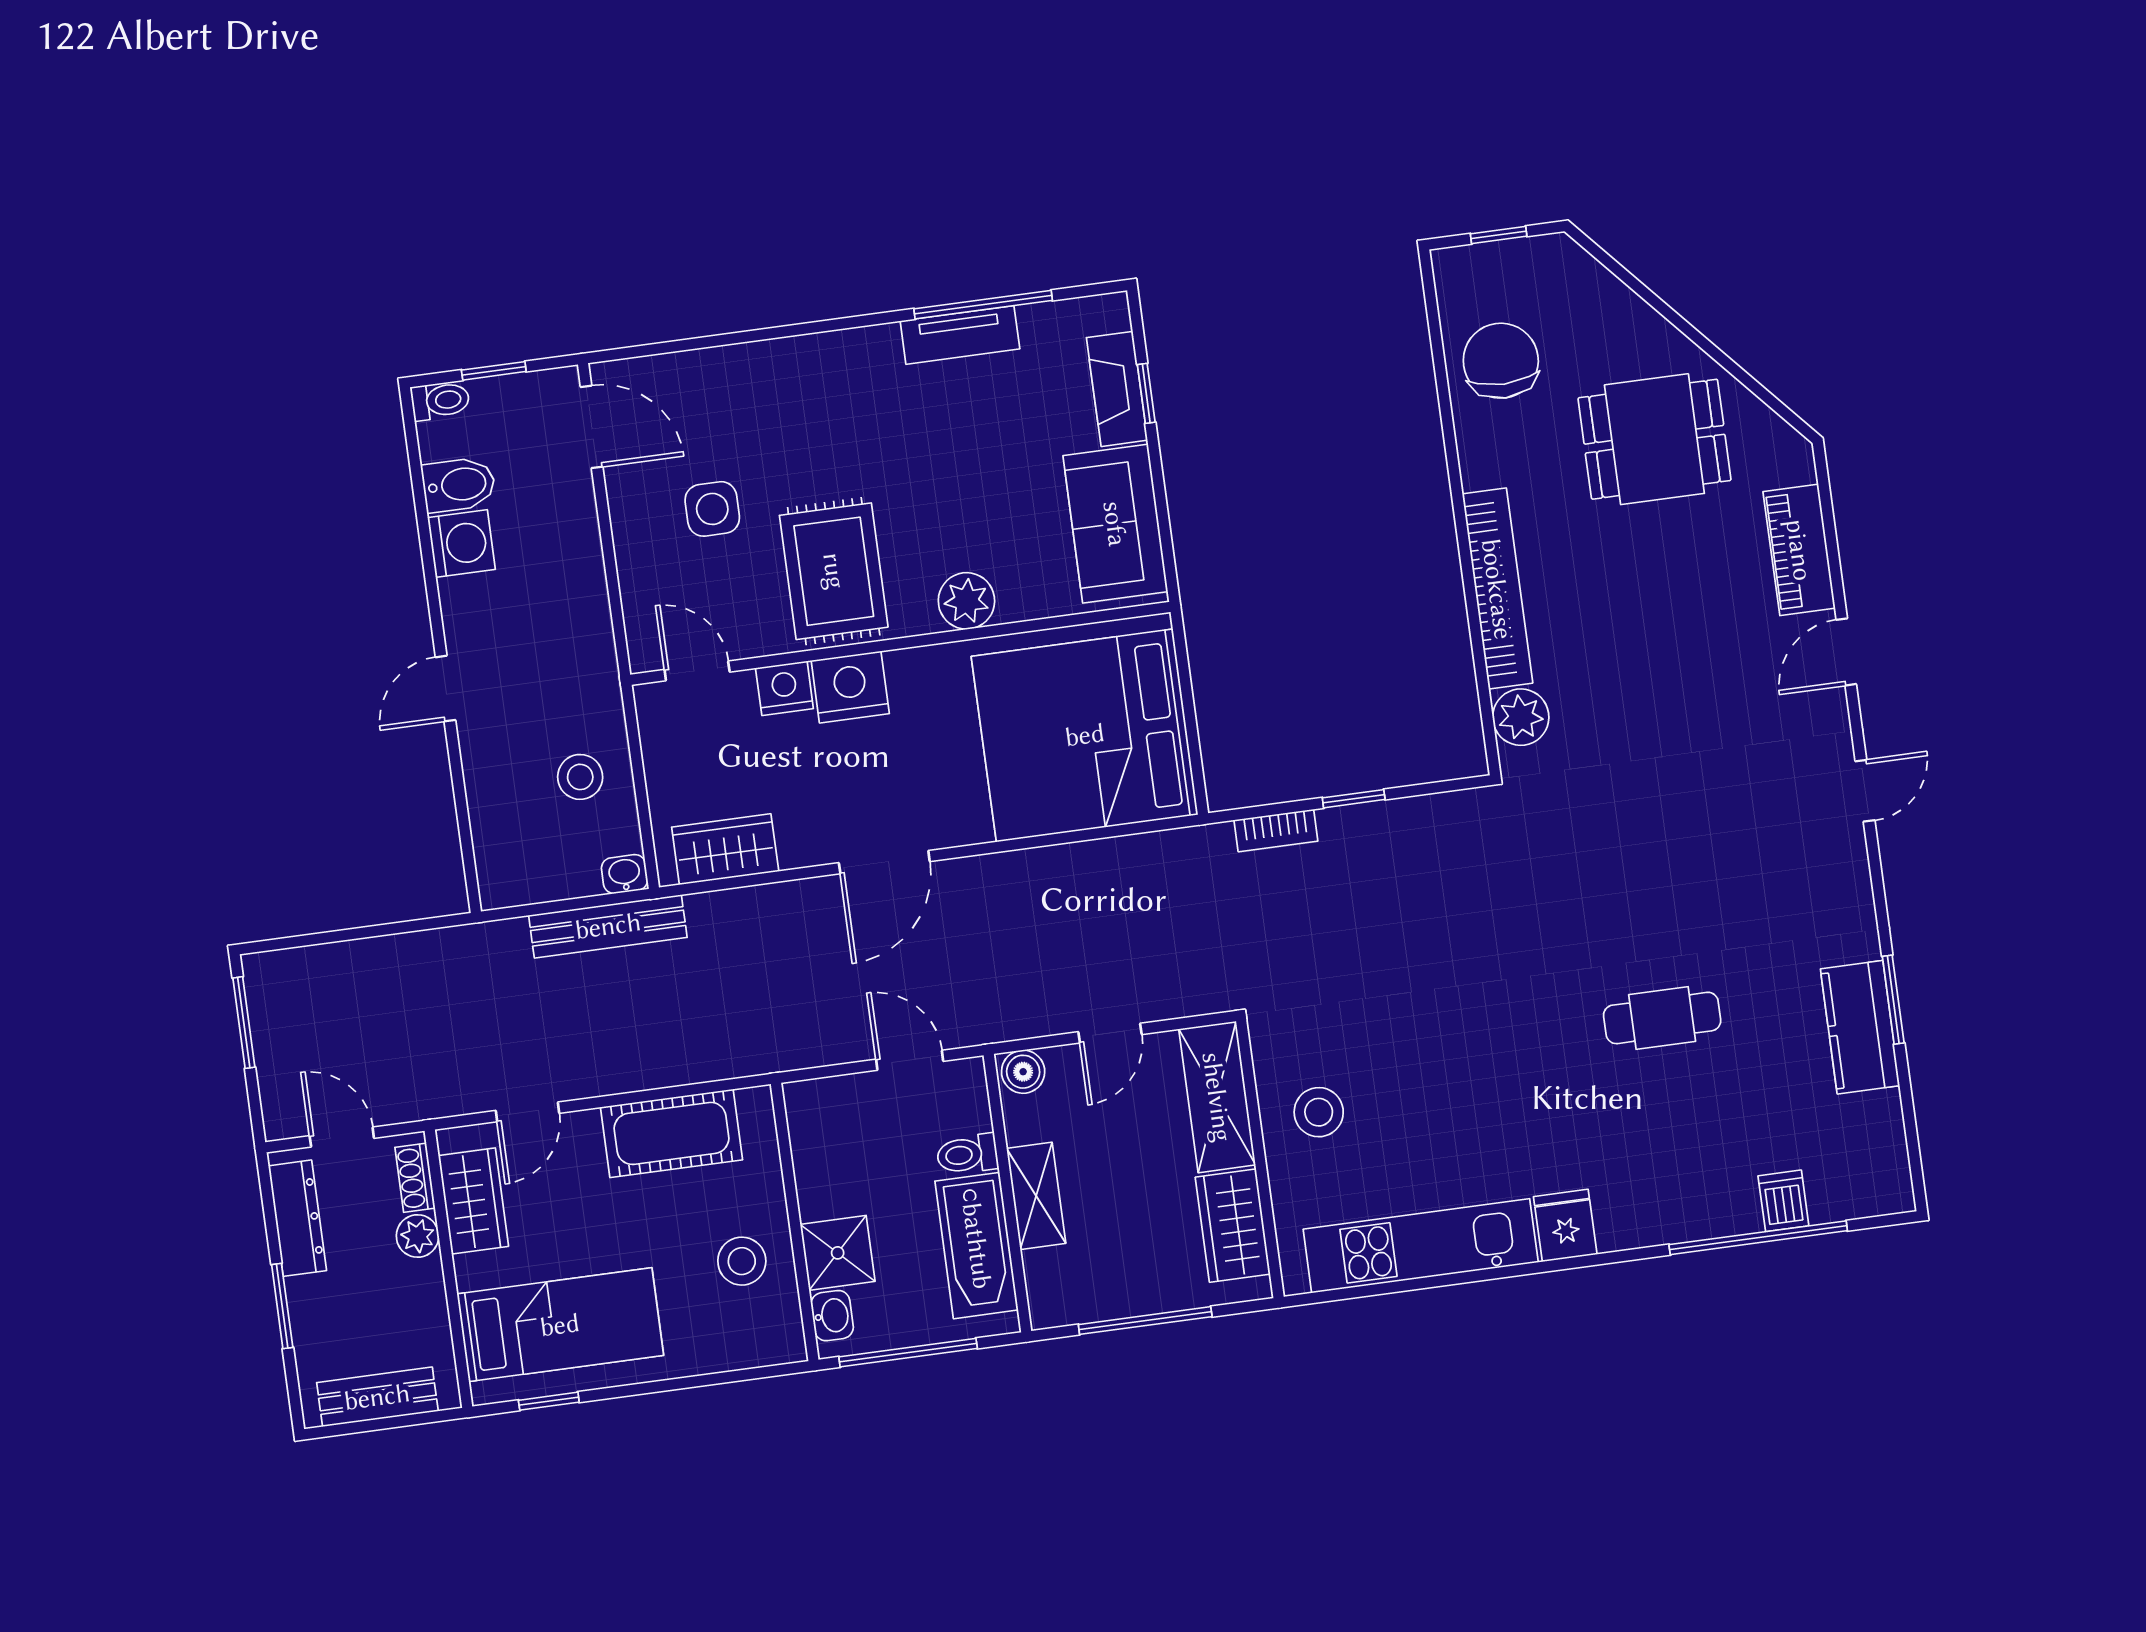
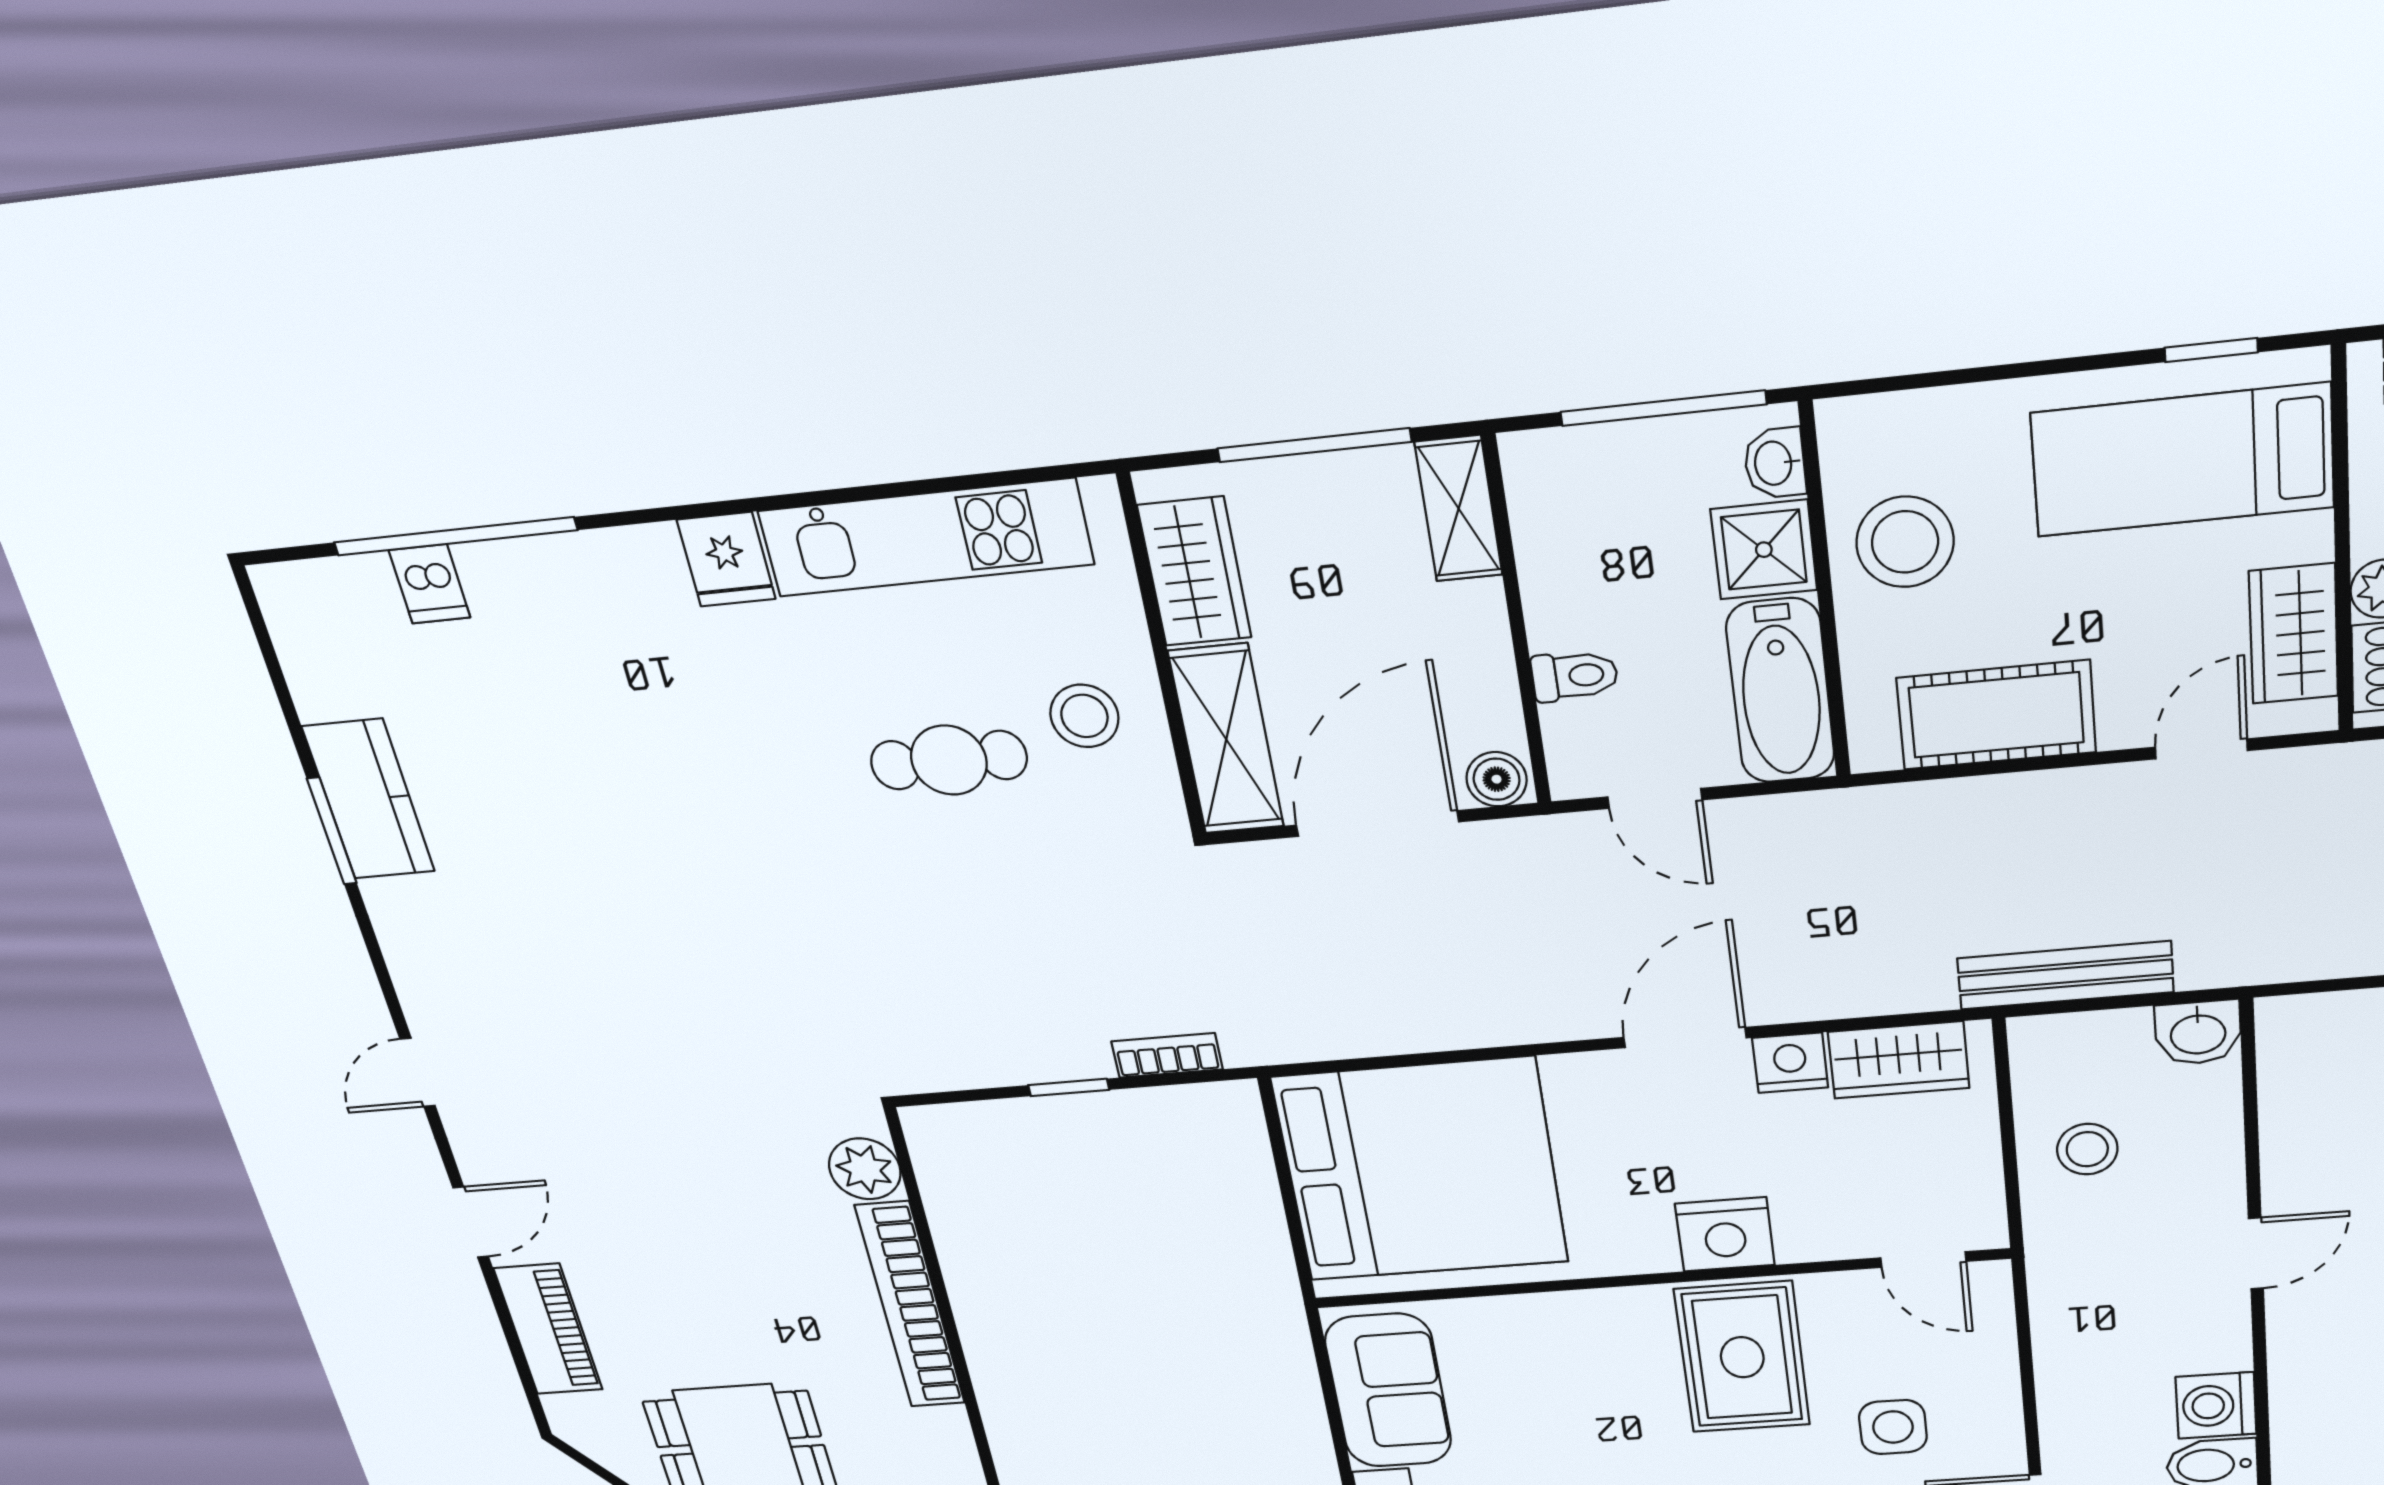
plant: (966, 601) -> (1574, 1320), removed
nightstand: (784, 688) -> (1790, 1063), moved, turned 180
washbasin: (625, 874) -> (2198, 1033), moved, width x1.38, depth x1.45
cafe table: (1662, 1018) -> (949, 760), moved
door: (1110, 1033) -> (1377, 823), width x1.88
shelving: (1036, 1196) -> (1459, 509), moved
bathtub: (977, 1246) -> (1780, 691), moved, turned 180
stool: (742, 1261) -> (1905, 542), width x1.38, depth x1.38

